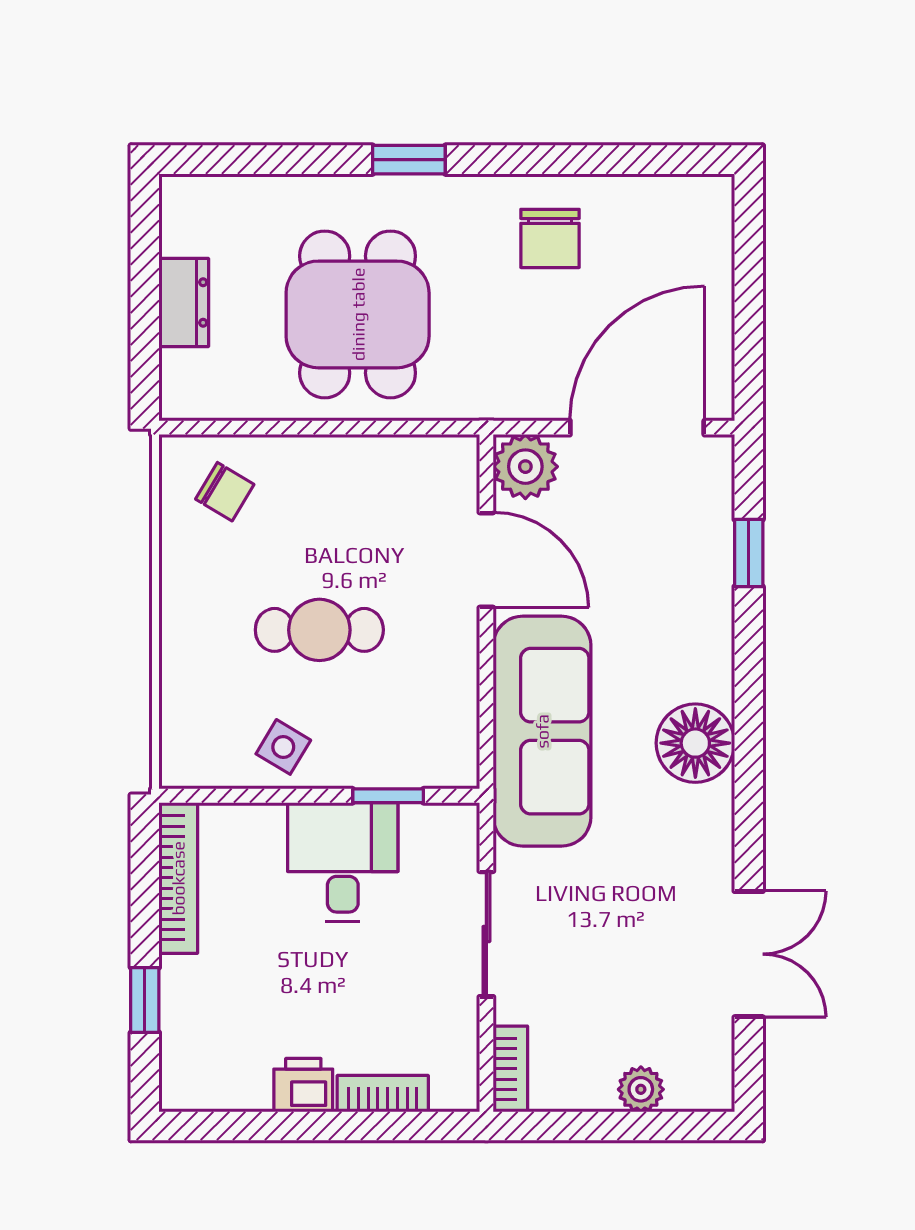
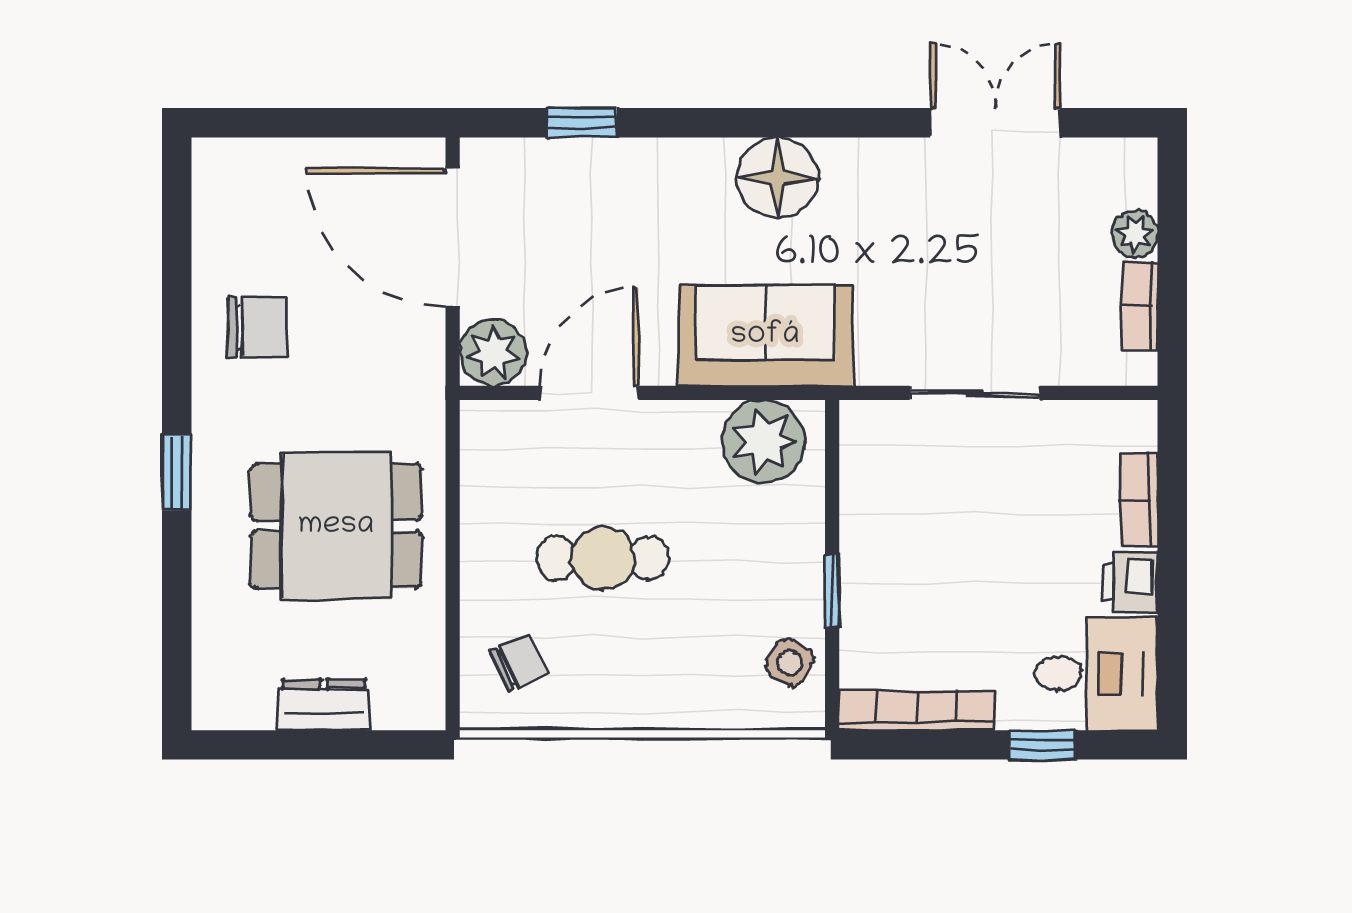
chair: (225, 492) -> (519, 663), turned 34
cafe table: (319, 630) -> (603, 558), moved, turned 90
plant: (439, 730) -> (764, 441), added
sofa: (542, 731) -> (765, 336), width x0.73
side table: (283, 747) -> (790, 663), moved
window: (388, 796) -> (832, 591), moved
desk: (343, 862) -> (1096, 673), moved, turned 180
bookcase: (510, 1069) -> (1140, 306), moved, turned -90

